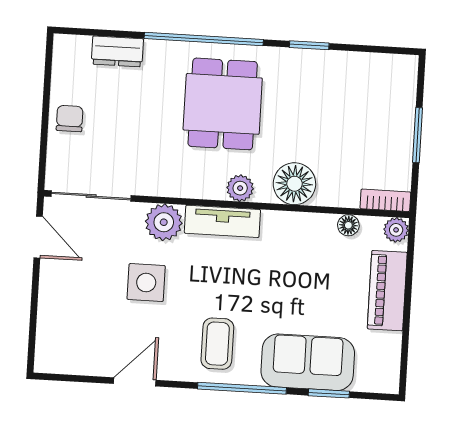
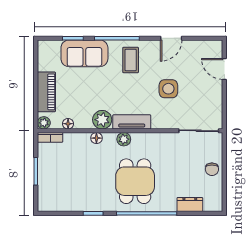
floor lamp: (294, 184) -> (96, 138), width x0.53, depth x0.53
plant: (164, 222) -> (102, 120), moved
door: (38, 237) -> (224, 69), moved

